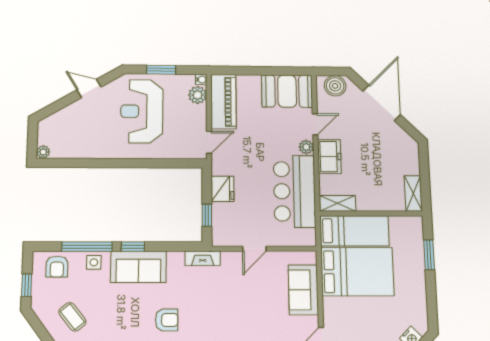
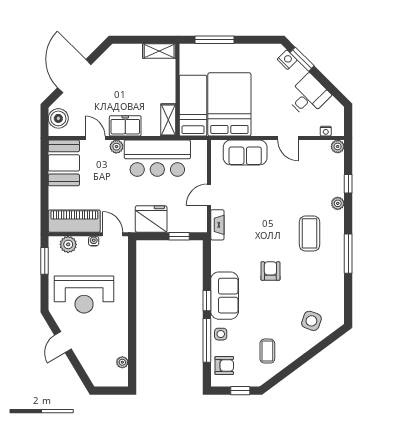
window: (161, 70) -> (45, 261), moved
water cooler: (201, 80) -> (94, 241), moved
door: (382, 103) -> (74, 76), hinge flipped
plant: (43, 152) -> (122, 362), moved
fridge: (222, 189) -> (151, 219), width x1.36, depth x1.34
door: (254, 249) -> (209, 195), swing flipped
window: (429, 255) -> (215, 40), width x1.44
fireplace: (203, 258) -> (217, 225), moved
coffee table: (72, 317) -> (267, 351), turned -51

